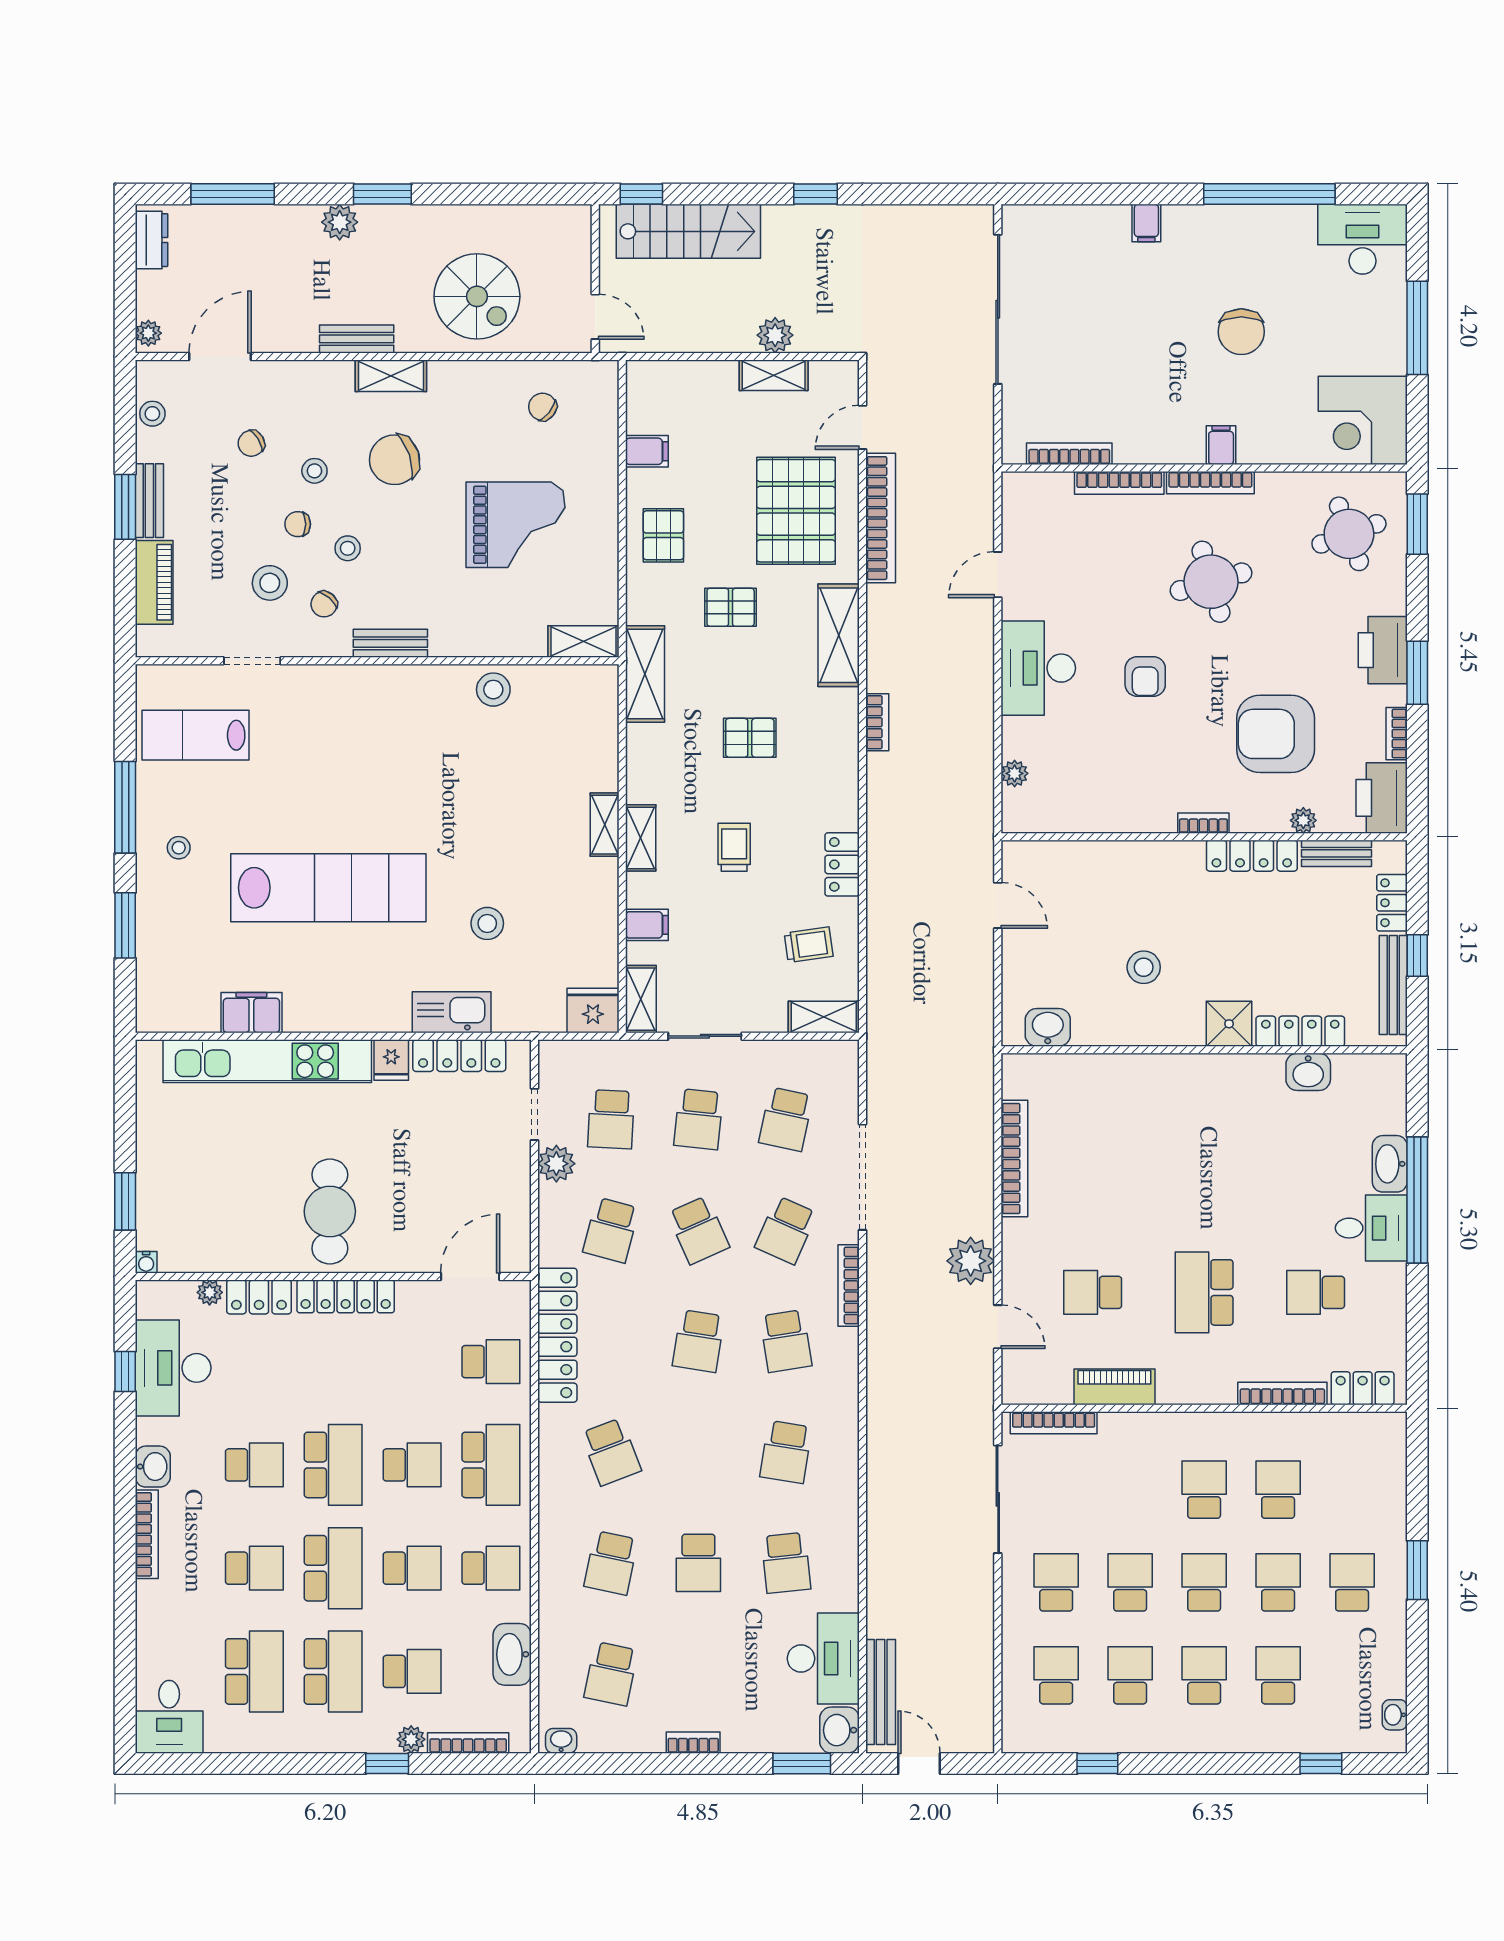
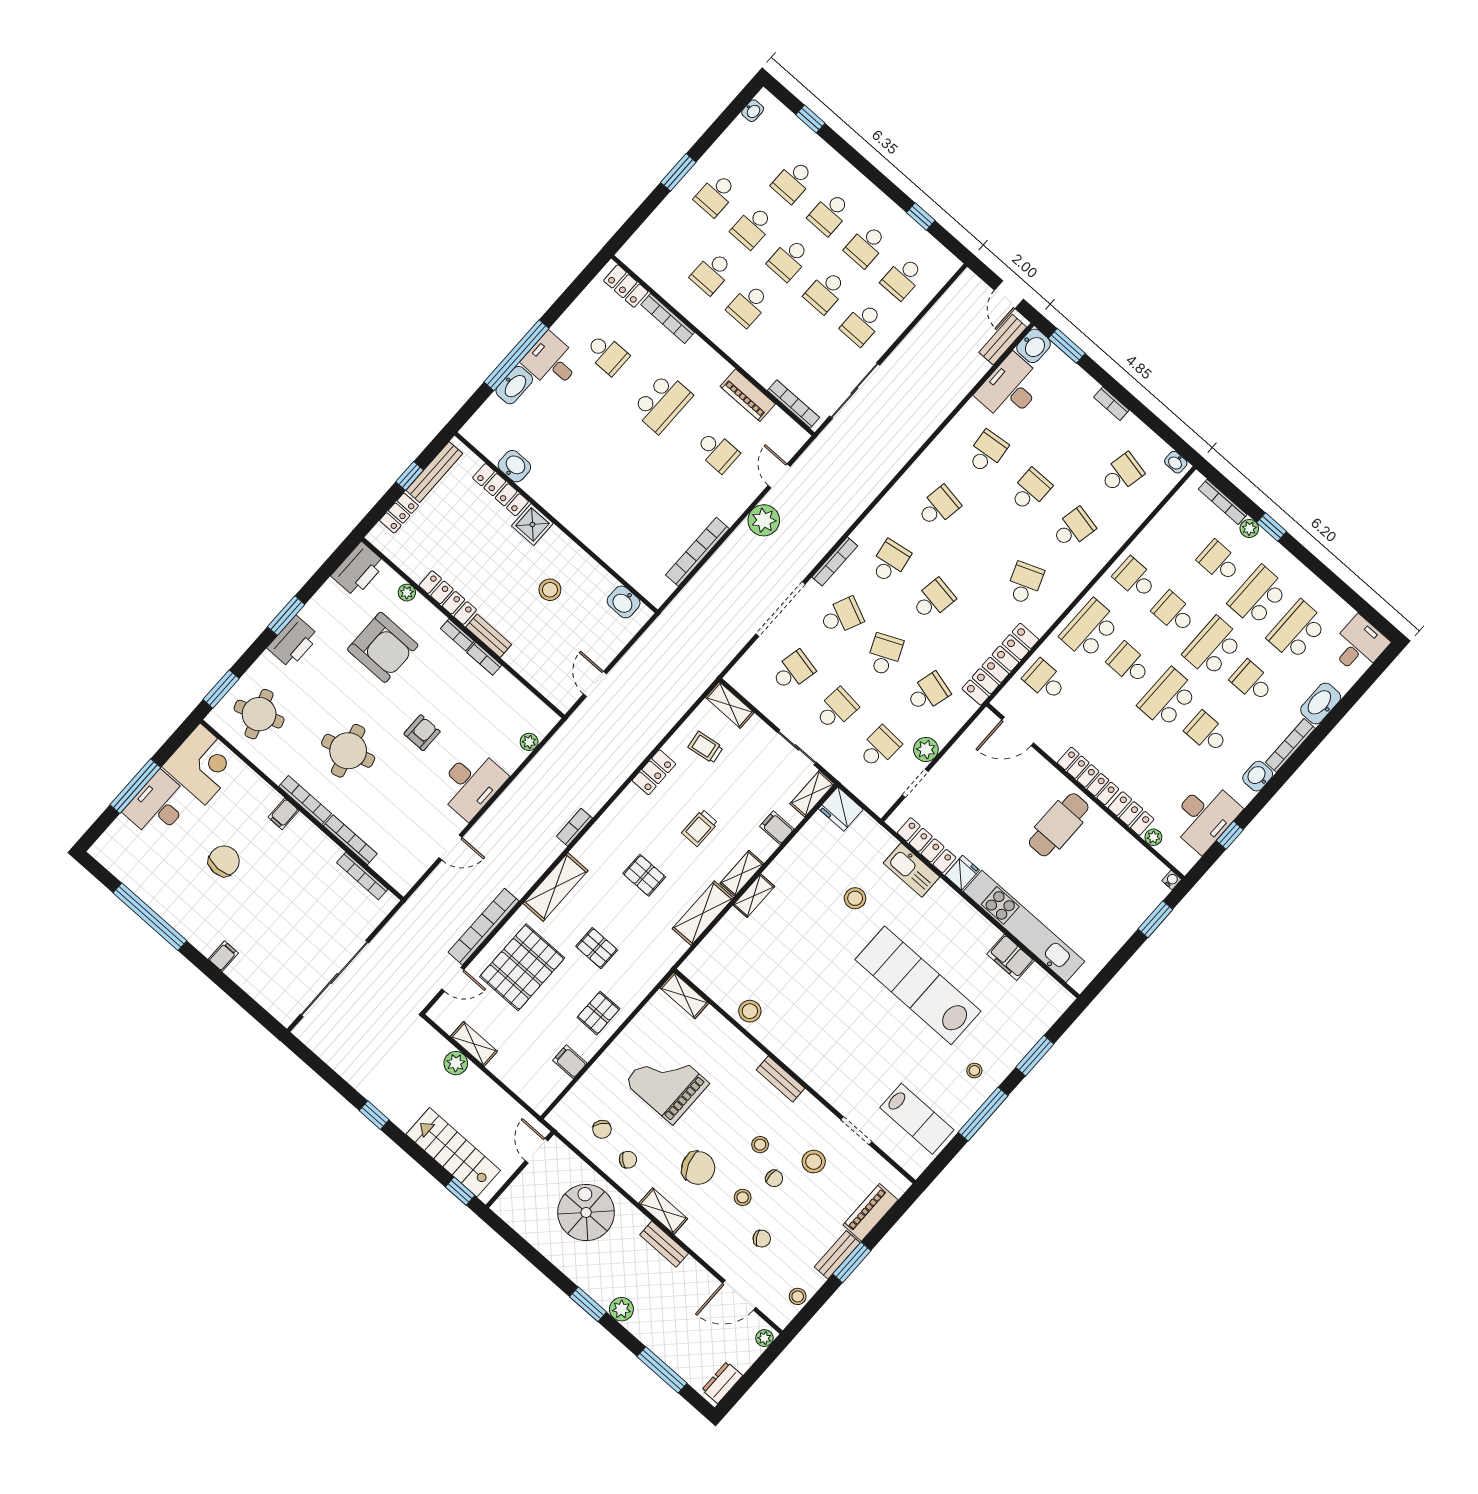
desk: (1362, 239) -> (158, 805), moved, turned 90
chair: (324, 604) -> (628, 1160), moved
shelving: (645, 674) -> (703, 913), moved
bookcase: (1397, 734) -> (484, 659), moved, turned 90
bench: (1337, 853) -> (489, 636), moved
washbasin: (512, 1654) -> (1321, 704), moved, turned 180
bench: (881, 1692) -> (1003, 340), width x0.73

